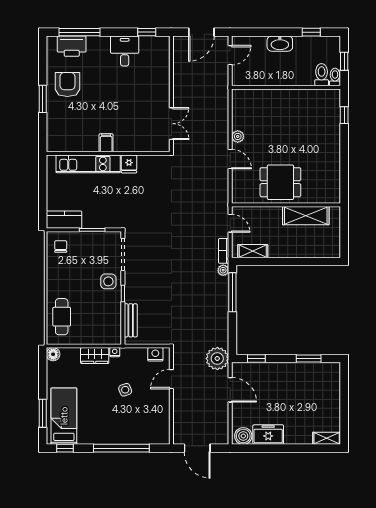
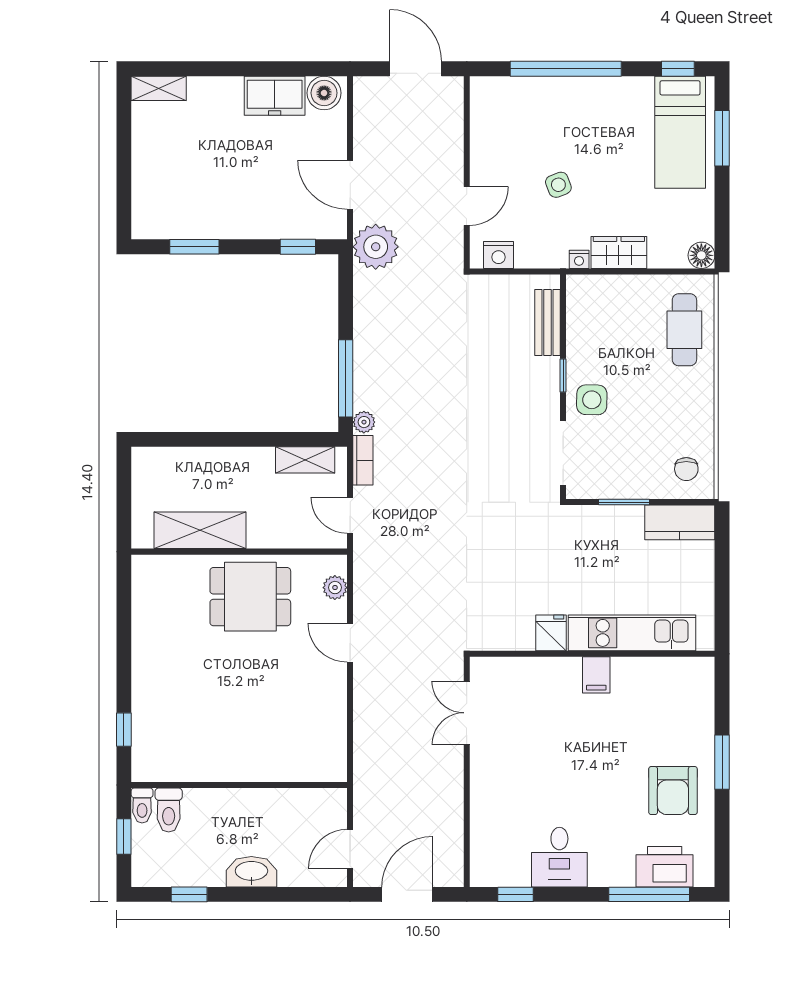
plant: (238, 136) -> (335, 588), moved

